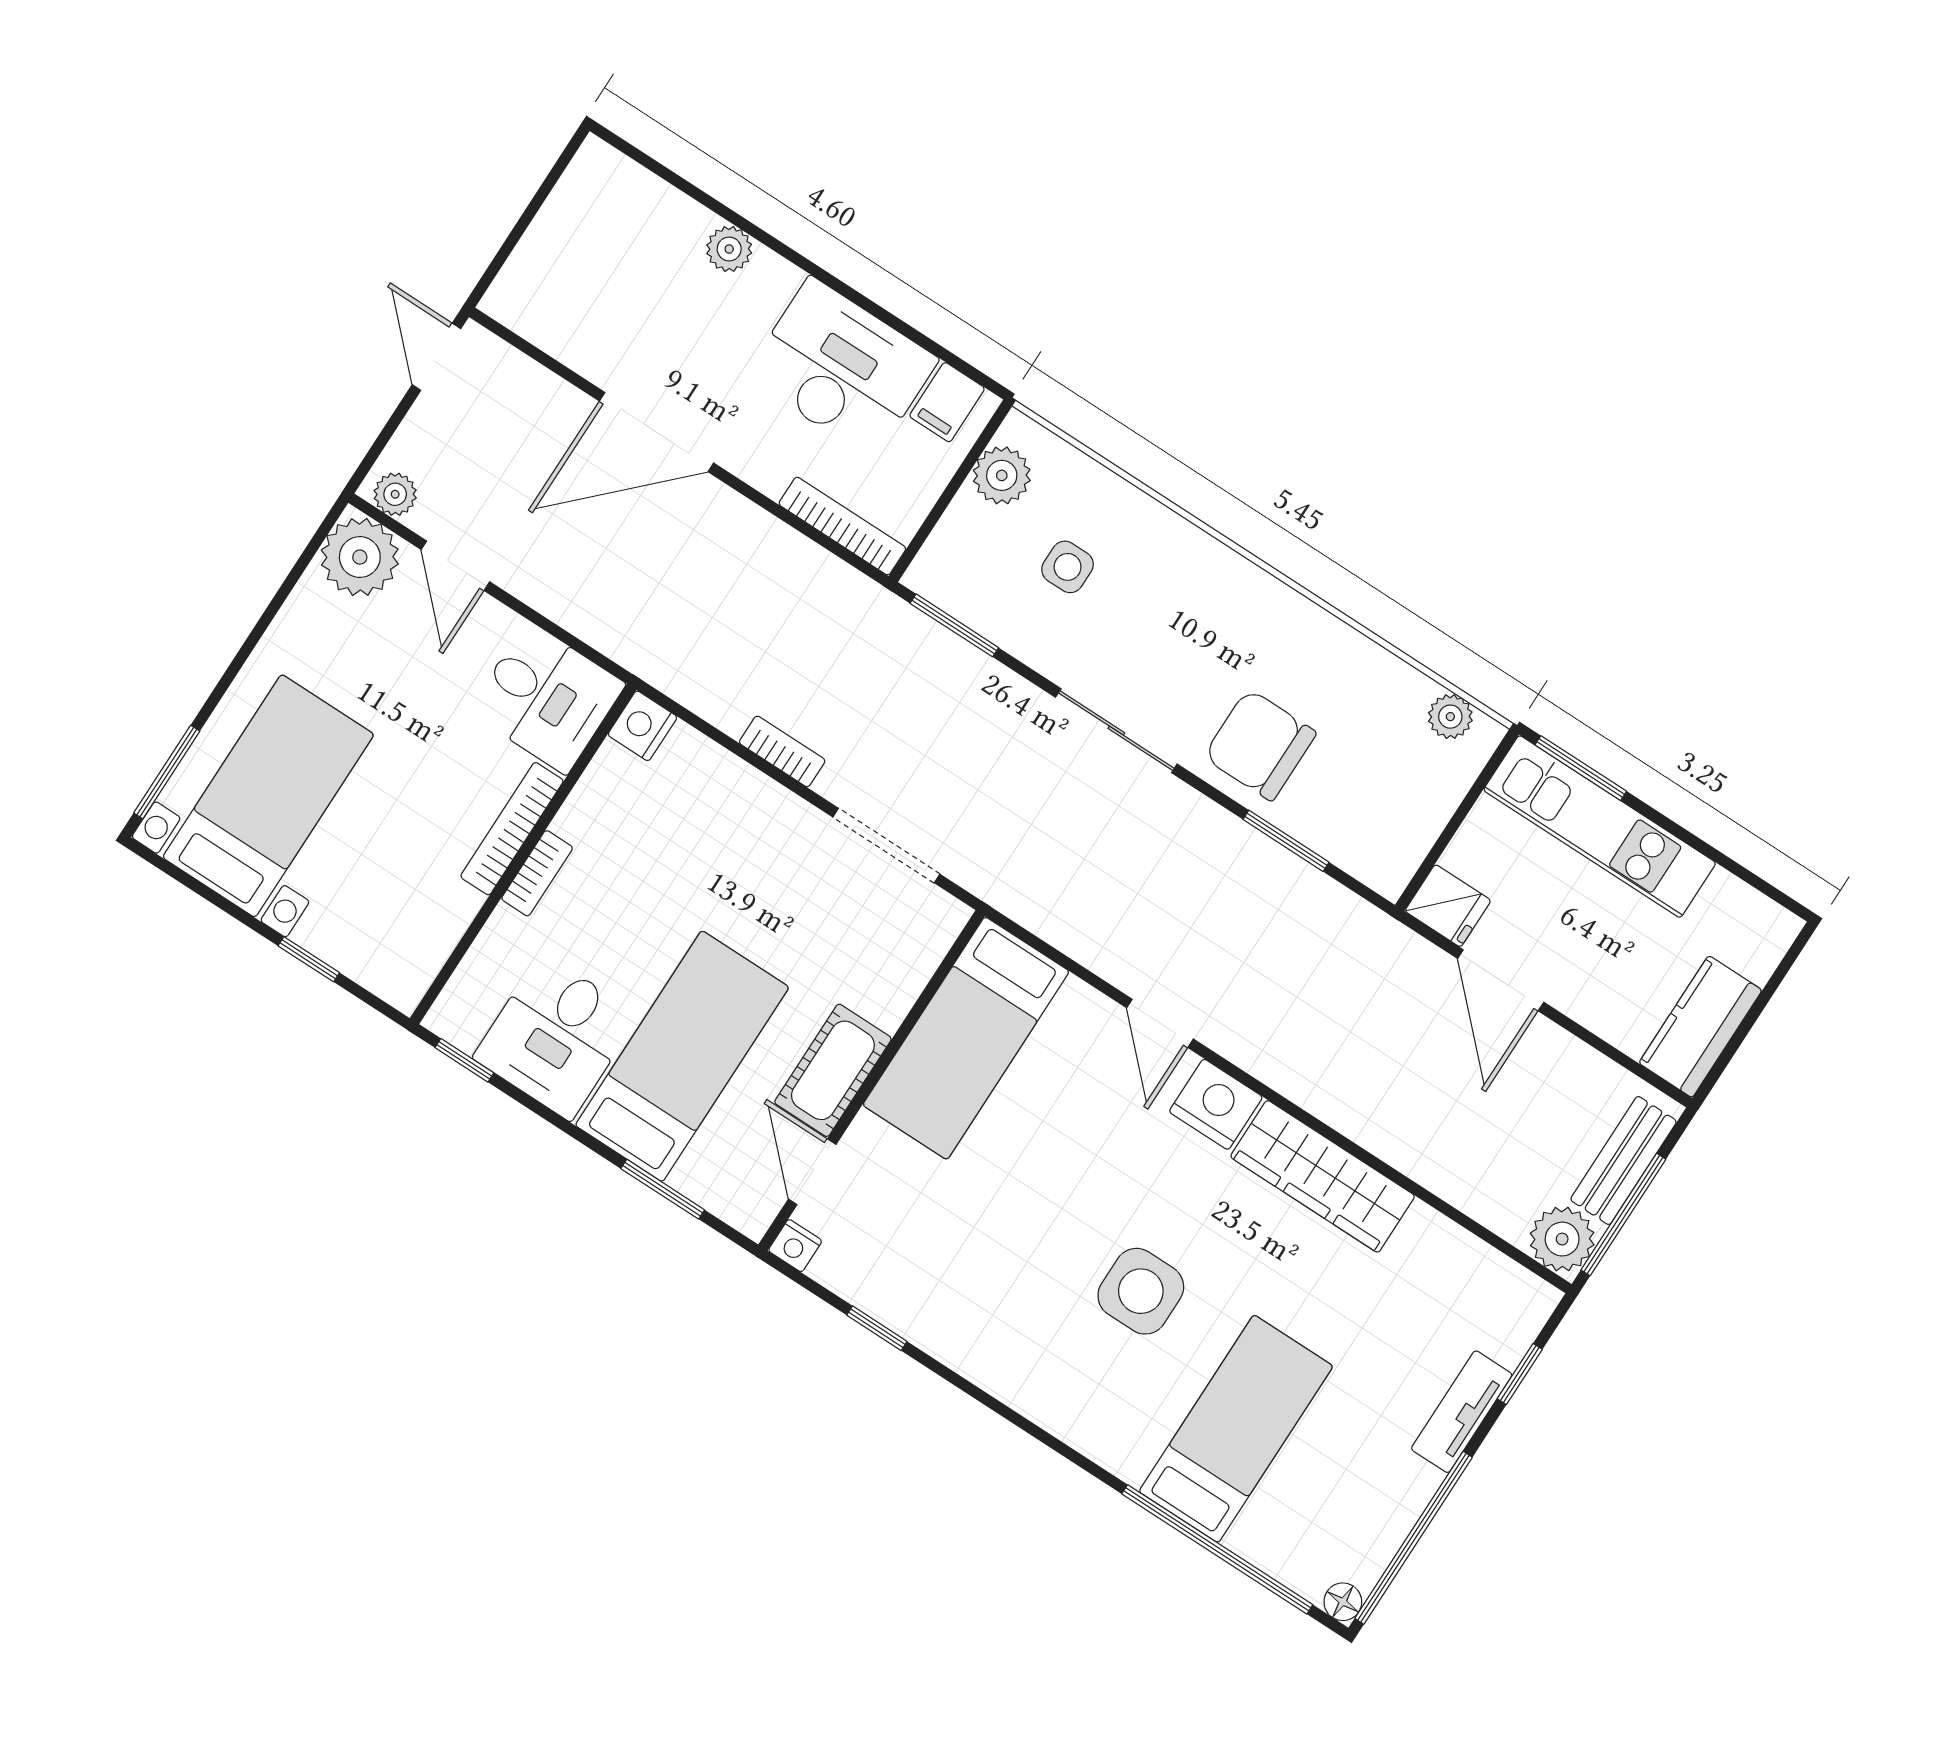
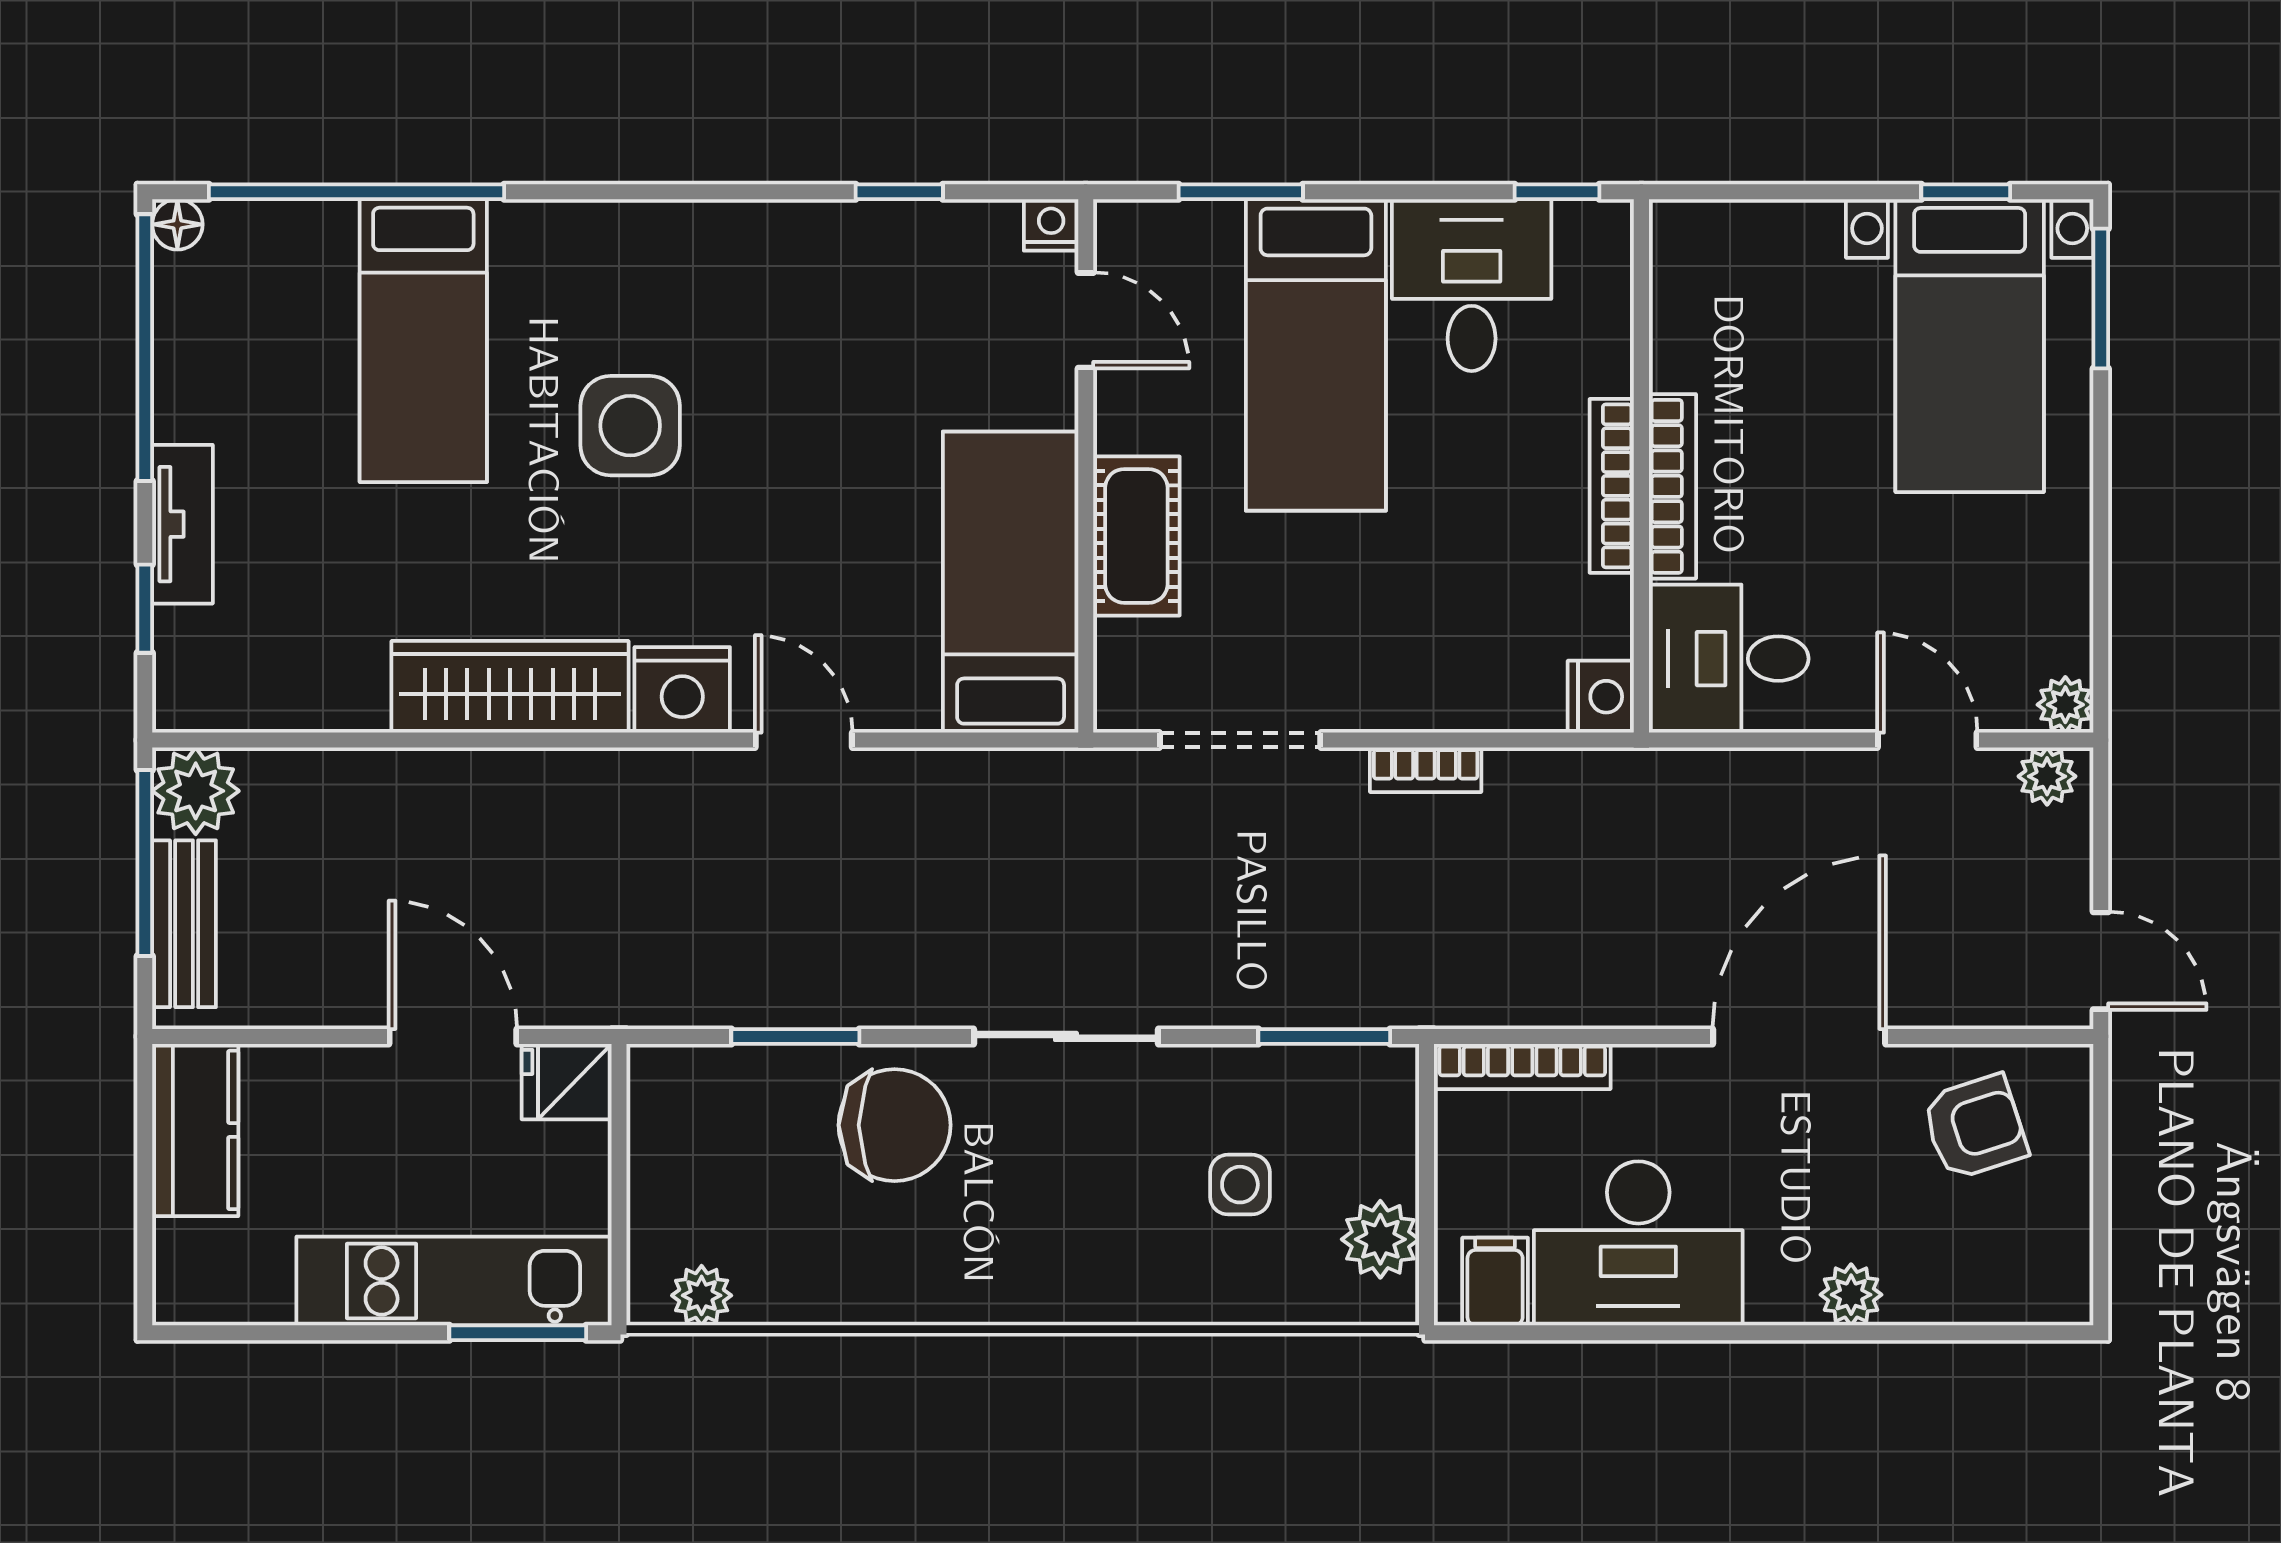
armchair: (583, 304) -> (1975, 1127), added
plant: (360, 557) -> (2065, 705), width x0.53, depth x0.53
bookcase: (537, 873) -> (1612, 486), width x1.56
window: (309, 959) -> (1966, 192), moved
cot: (833, 1070) -> (1136, 536), moved

